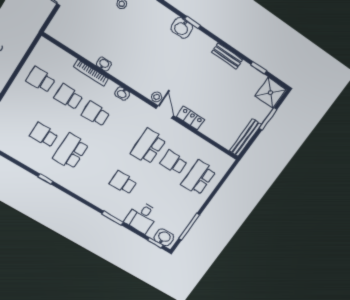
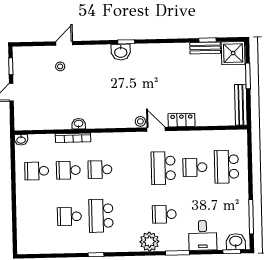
bench: (227, 56) -> (205, 48), moved
washbasin: (122, 93) -> (21, 140), moved
plant: (96, 196) -> (149, 242), added

